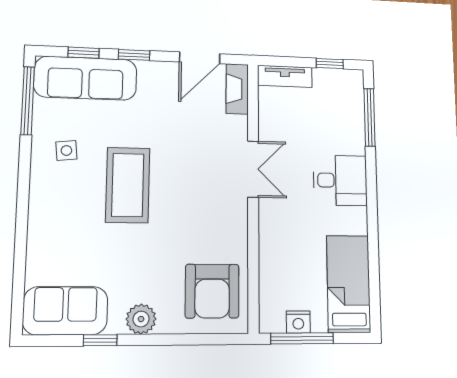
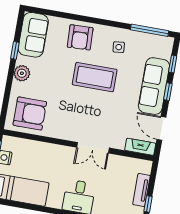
tv unit: (285, 76) -> (141, 190), moved
sofa: (86, 78) -> (154, 86), moved
armchair: (58, 223) -> (80, 37), added
armchair: (212, 291) -> (30, 113), turned 180

